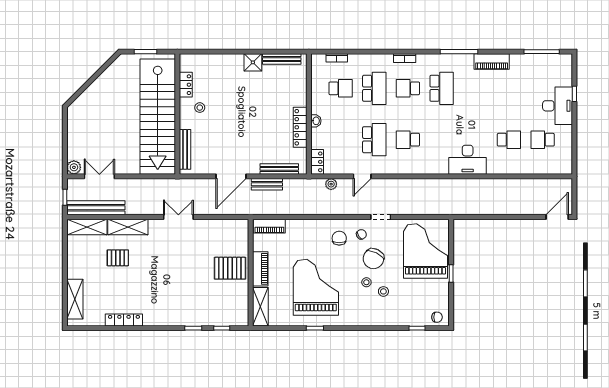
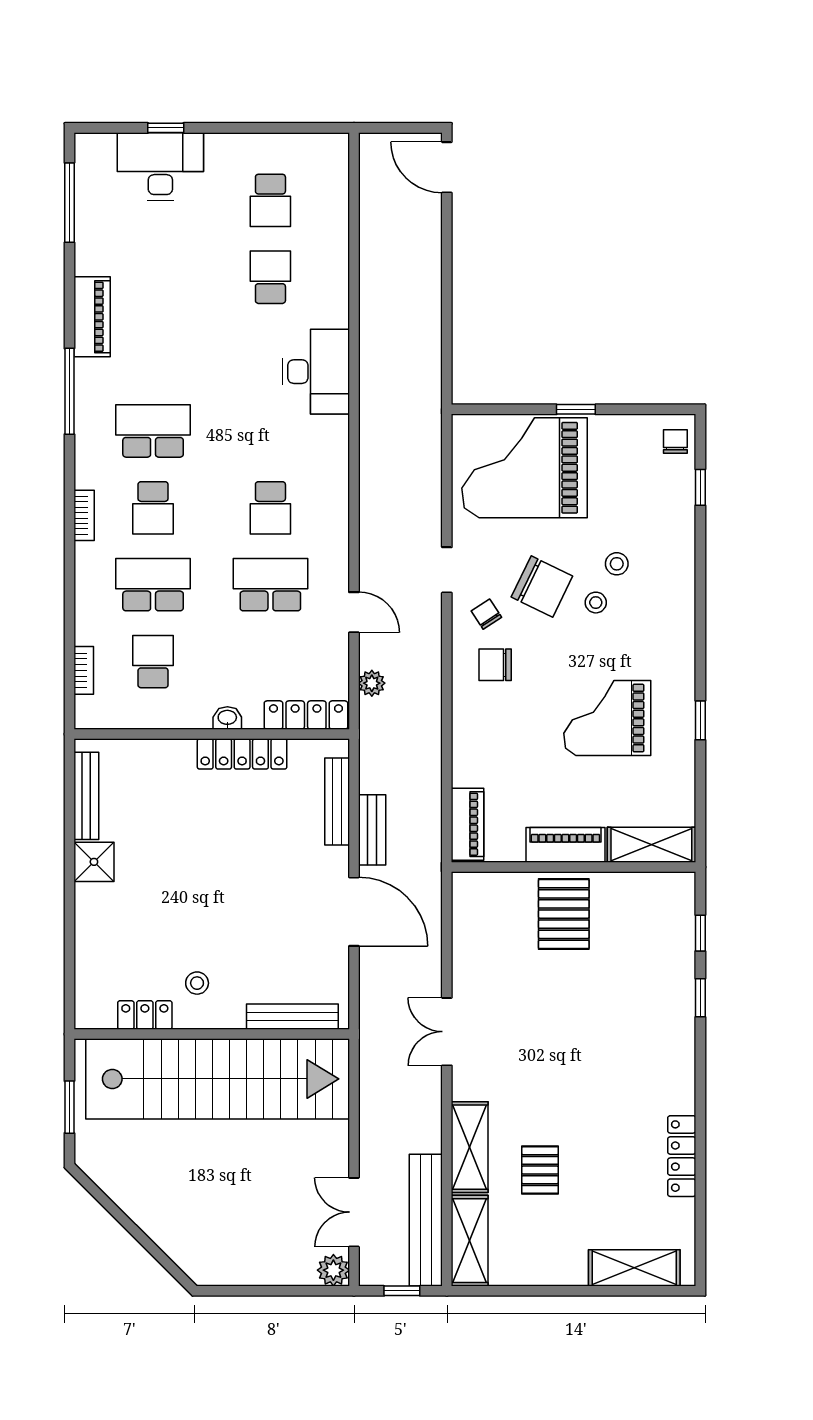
desk: (558, 106) -> (160, 166), moved
locker: (317, 162) -> (306, 715), width x1.53
grand piano: (316, 287) -> (607, 718), width x0.73, depth x0.68

